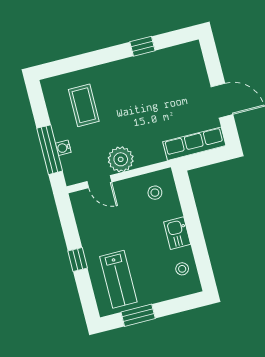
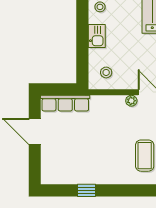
plant: (121, 159) -> (131, 101), width x0.53, depth x0.53

